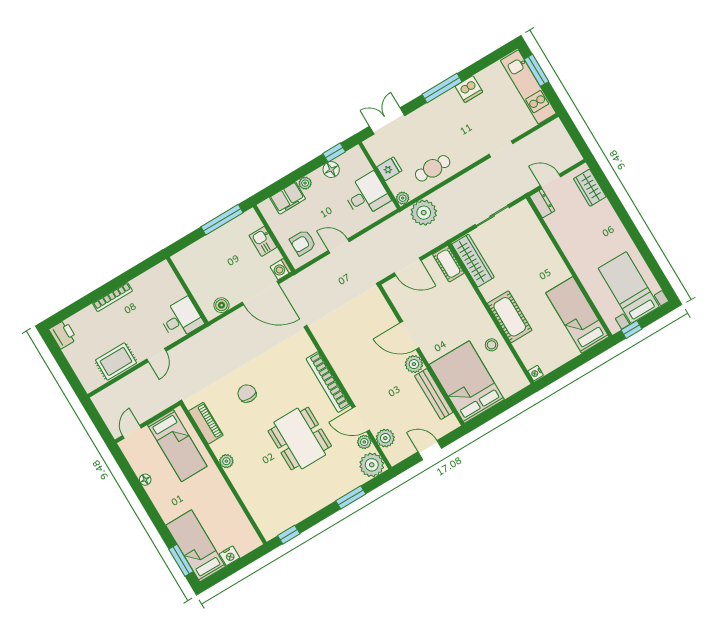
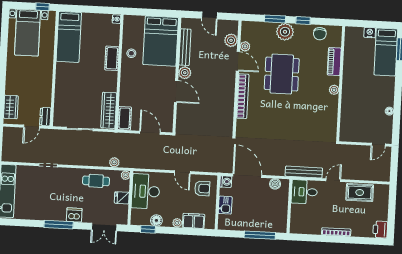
dishwasher: (469, 89) -> (74, 215), moved
door: (551, 181) -> (31, 127), hinge flipped
desk: (367, 195) -> (146, 191), width x1.37
plant: (424, 213) -> (114, 162), width x0.53, depth x0.53
window: (222, 220) -> (260, 235), moved
cot: (510, 317) -> (112, 58), width x0.73, depth x0.75
bench: (197, 342) -> (304, 172), added
chair: (247, 394) -> (320, 34), moved
piano: (206, 423) -> (334, 62), moved
bed: (177, 446) -> (357, 118), removed
plant: (372, 465) -> (285, 32), moved
window: (289, 535) -> (303, 20), moved

